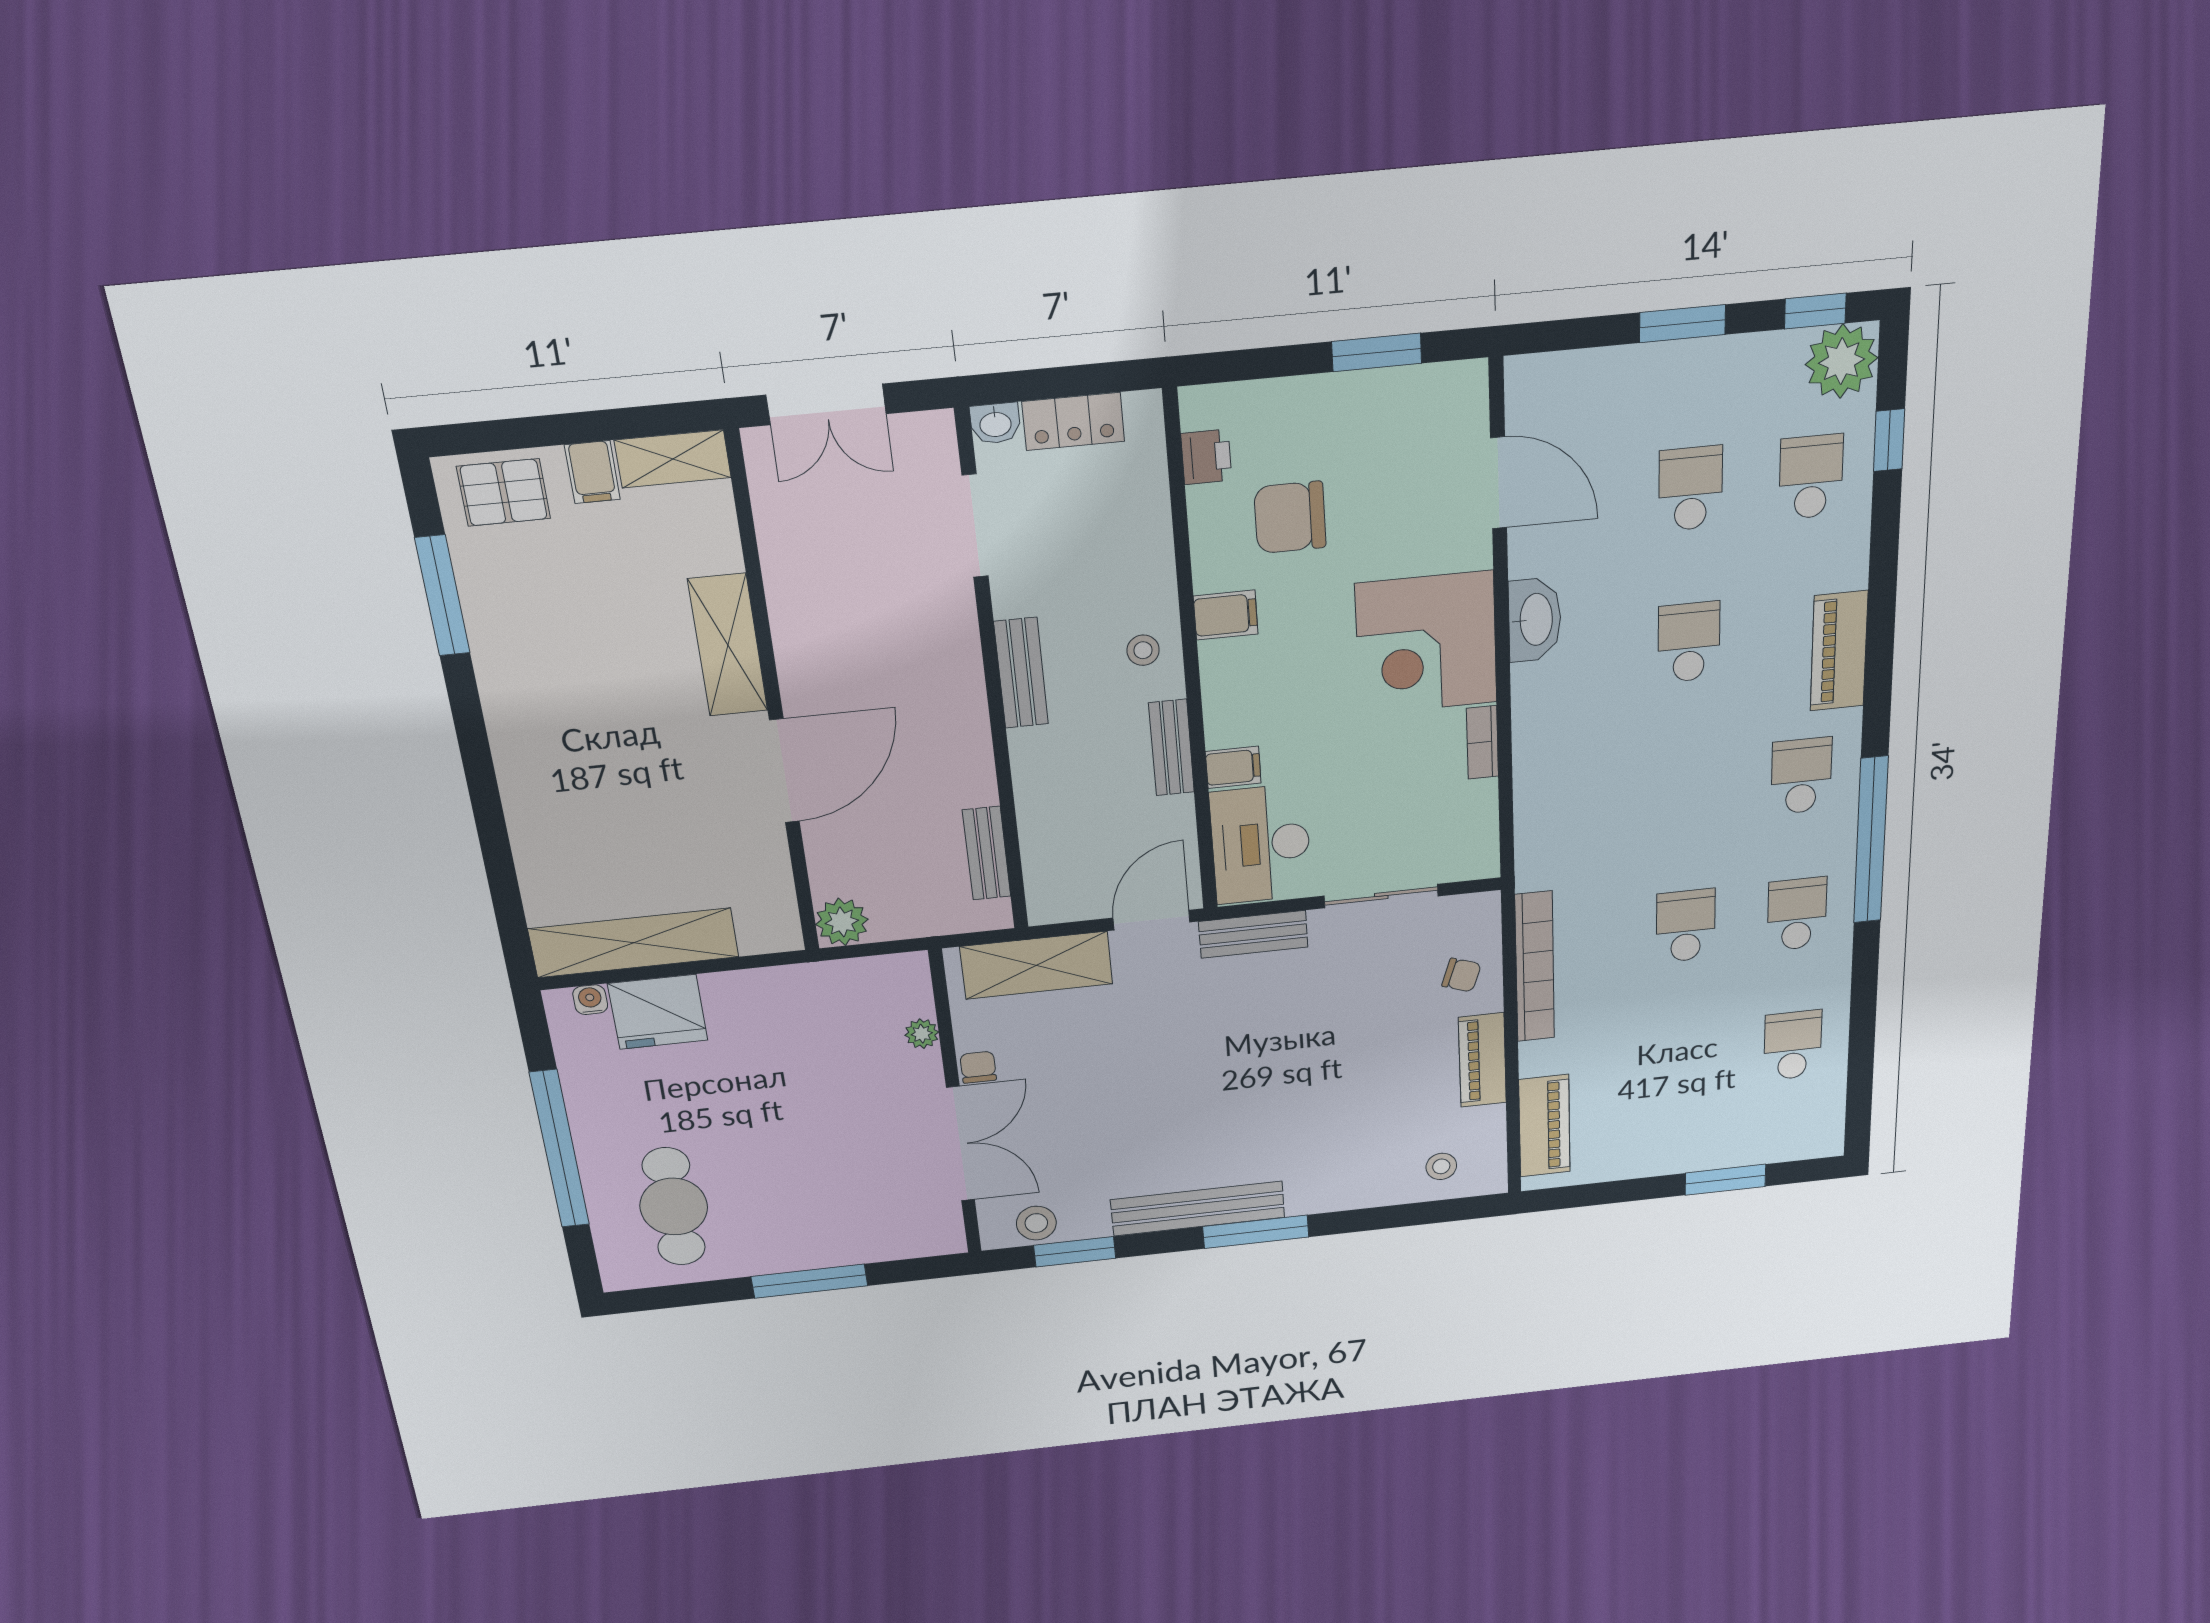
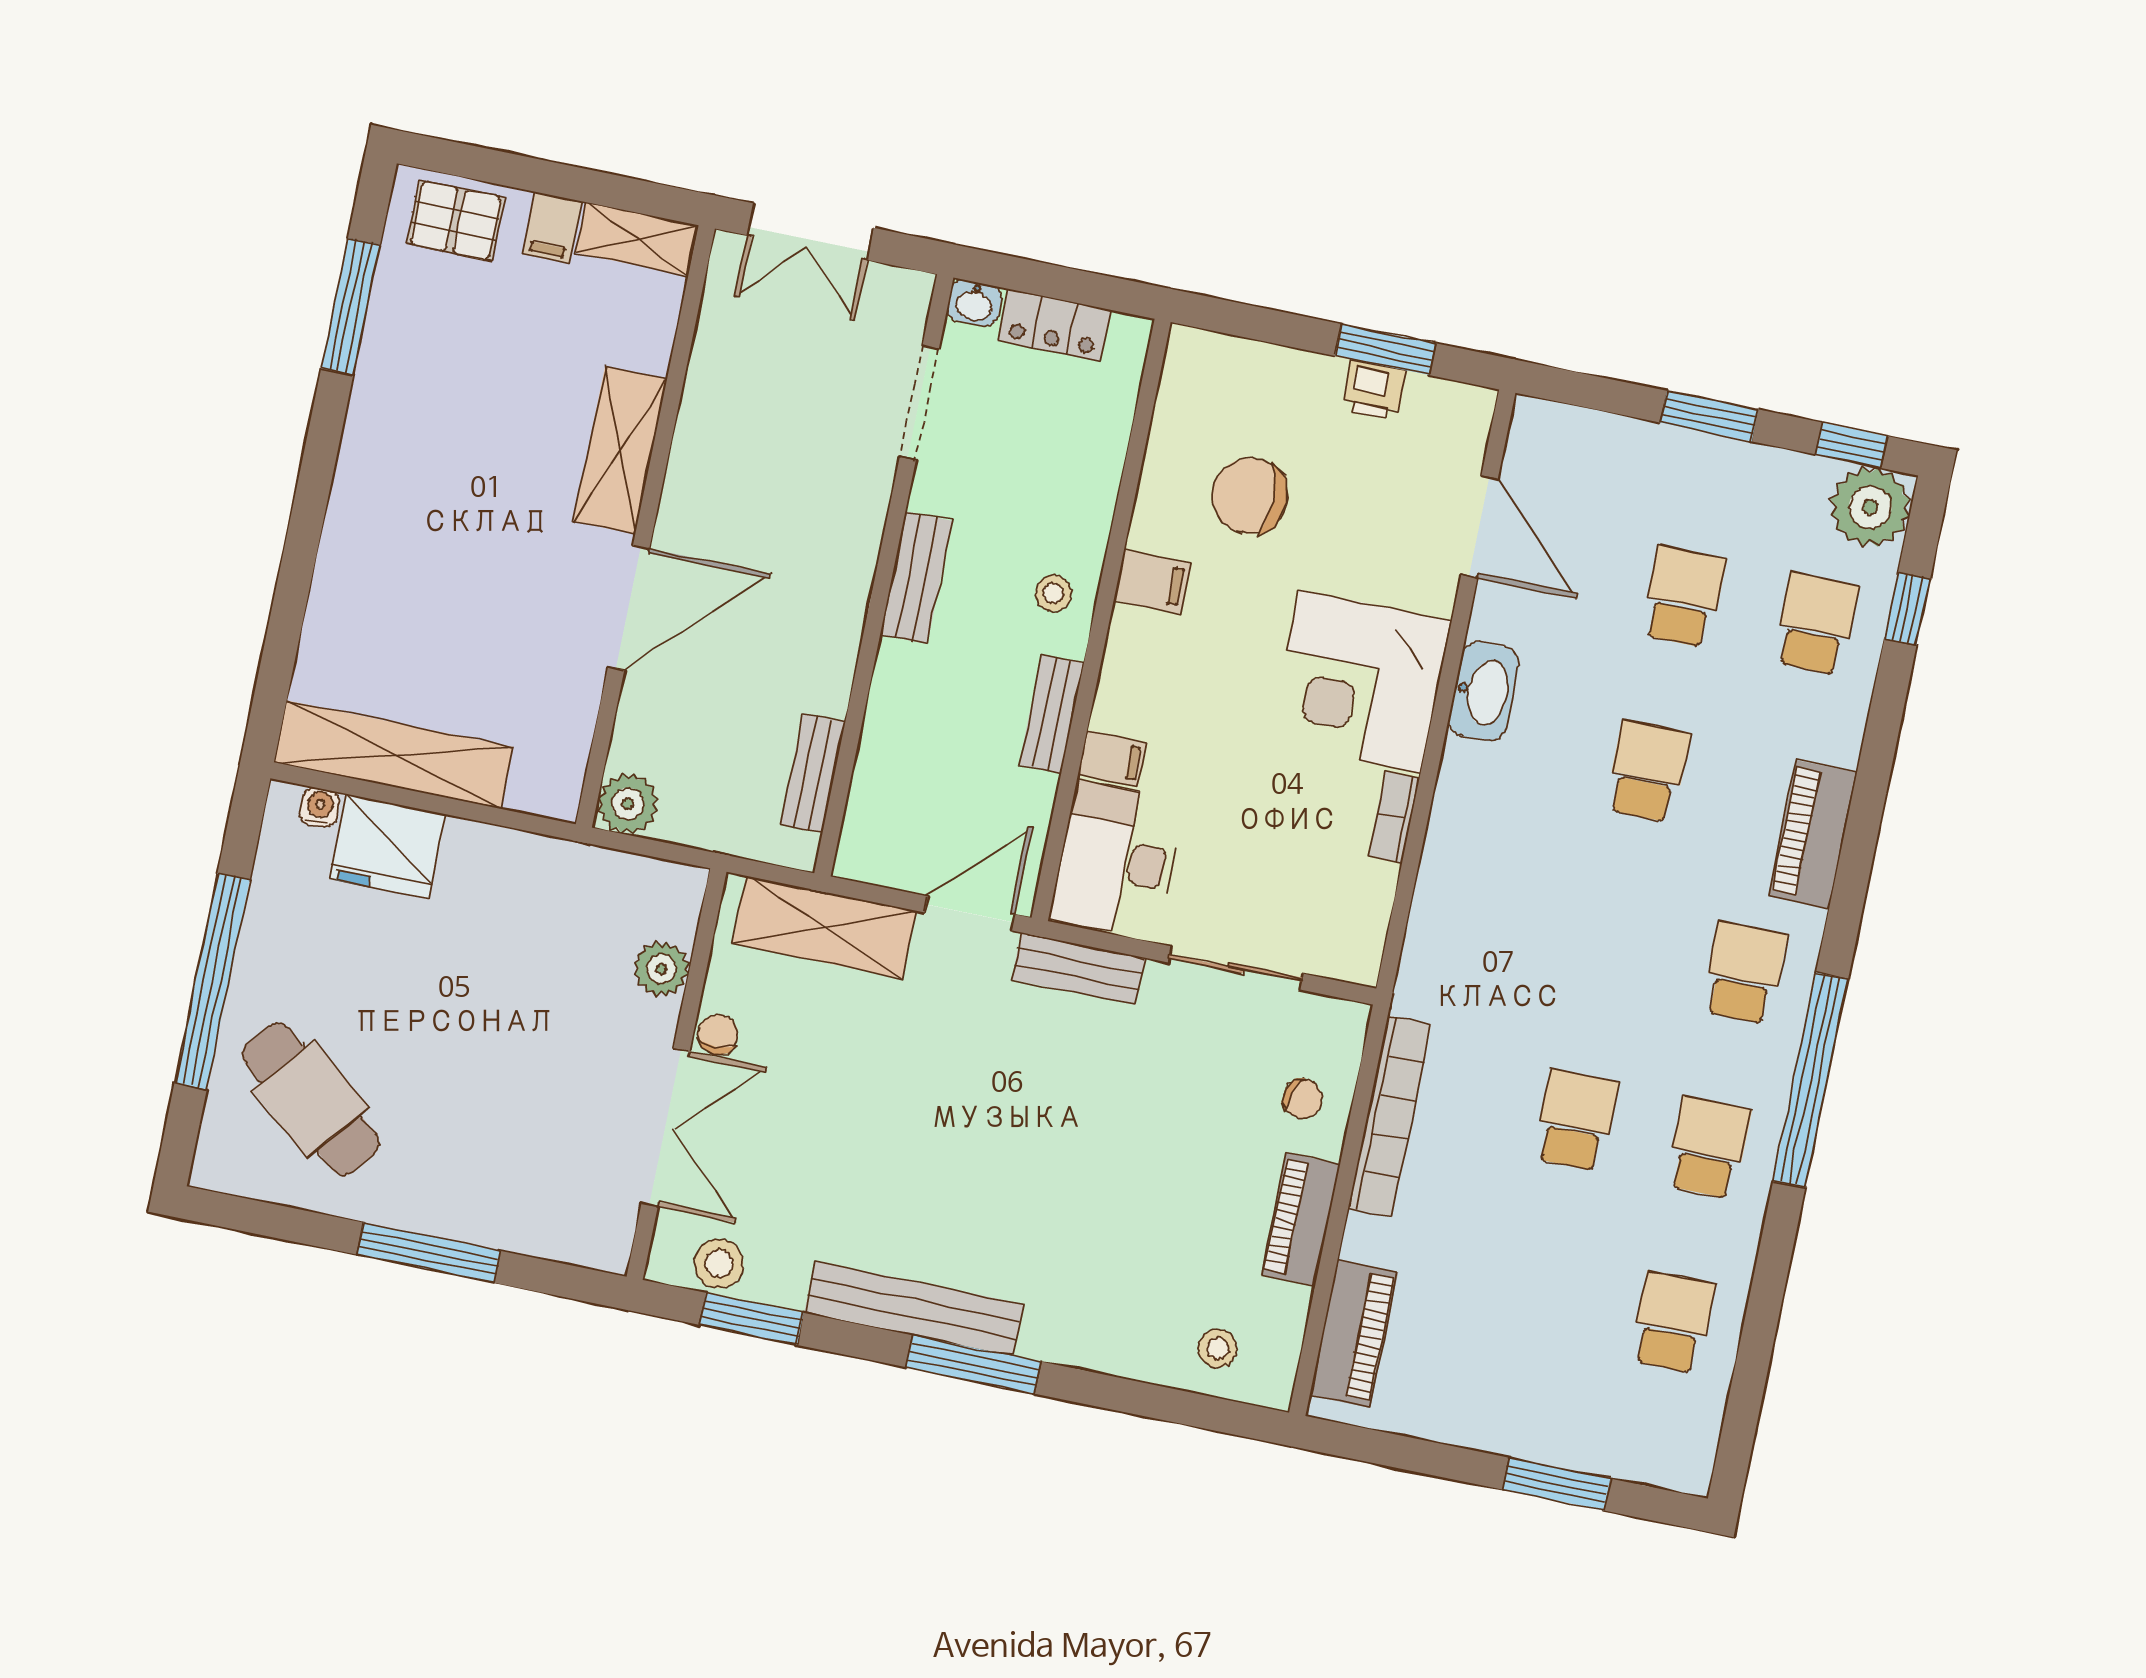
printer: (1206, 457) -> (1374, 390), moved, turned 90
plant: (922, 1034) -> (661, 969), width x1.38, depth x1.38
cafe table: (674, 1207) -> (311, 1099), turned -51

